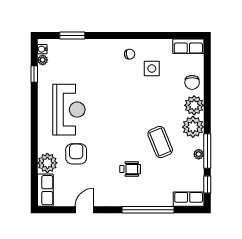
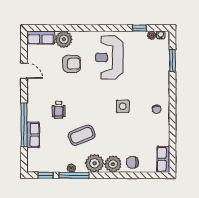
side table: (152, 68) -> (123, 106), moved
reception desk: (69, 110) -> (109, 58), turned 90
row of seats: (189, 199) -> (33, 135), moved

